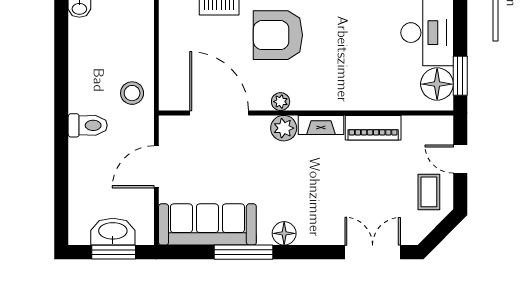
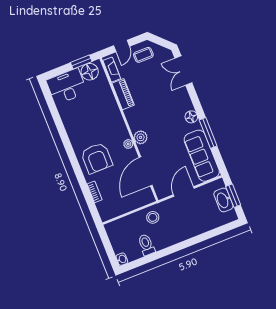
toilet: (88, 125) -> (146, 245), moved
fireplace: (321, 125) -> (112, 70), moved
door: (156, 167) -> (184, 191), swing flipped

